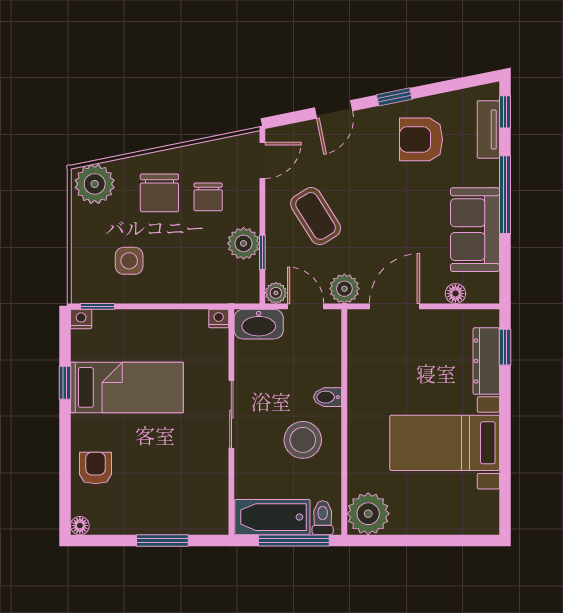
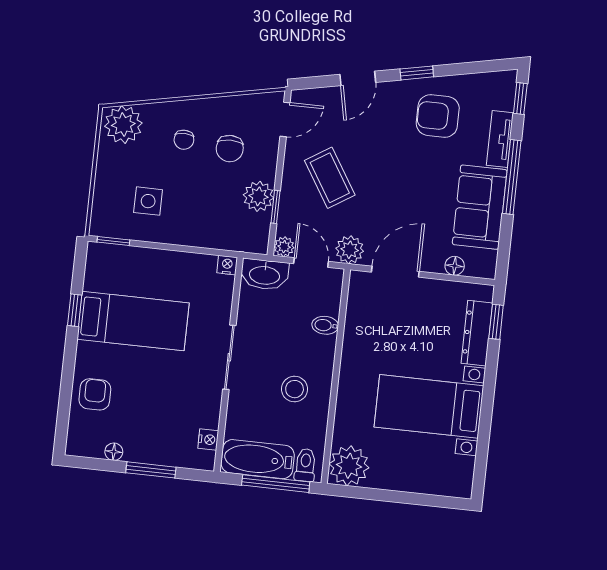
tv unit: (488, 129) -> (500, 139), moved
chair: (159, 193) -> (184, 140), width x0.54, depth x0.54
nightstand: (81, 319) -> (208, 439), moved, turned 90
bidet: (327, 397) -> (325, 325), moved
stool: (303, 440) -> (295, 389), width x0.73, depth x0.73
floor lamp: (80, 526) -> (114, 452), moved

